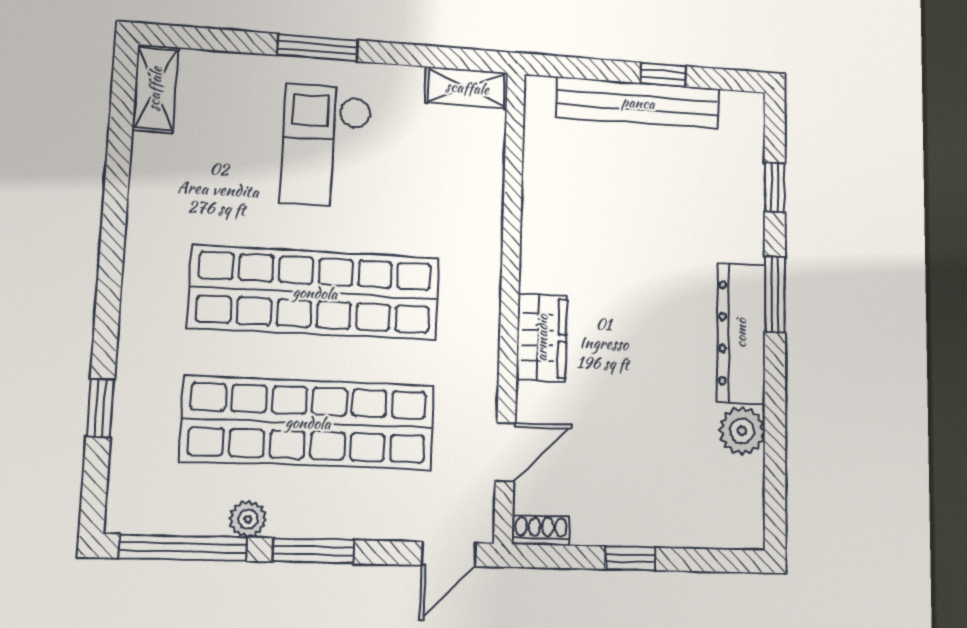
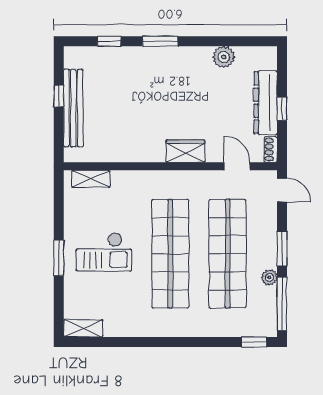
shelving: (467, 88) -> (91, 179), moved, turned 90
dresser: (741, 333) -> (266, 103), moved, turned 90
window: (100, 408) -> (254, 342), moved

